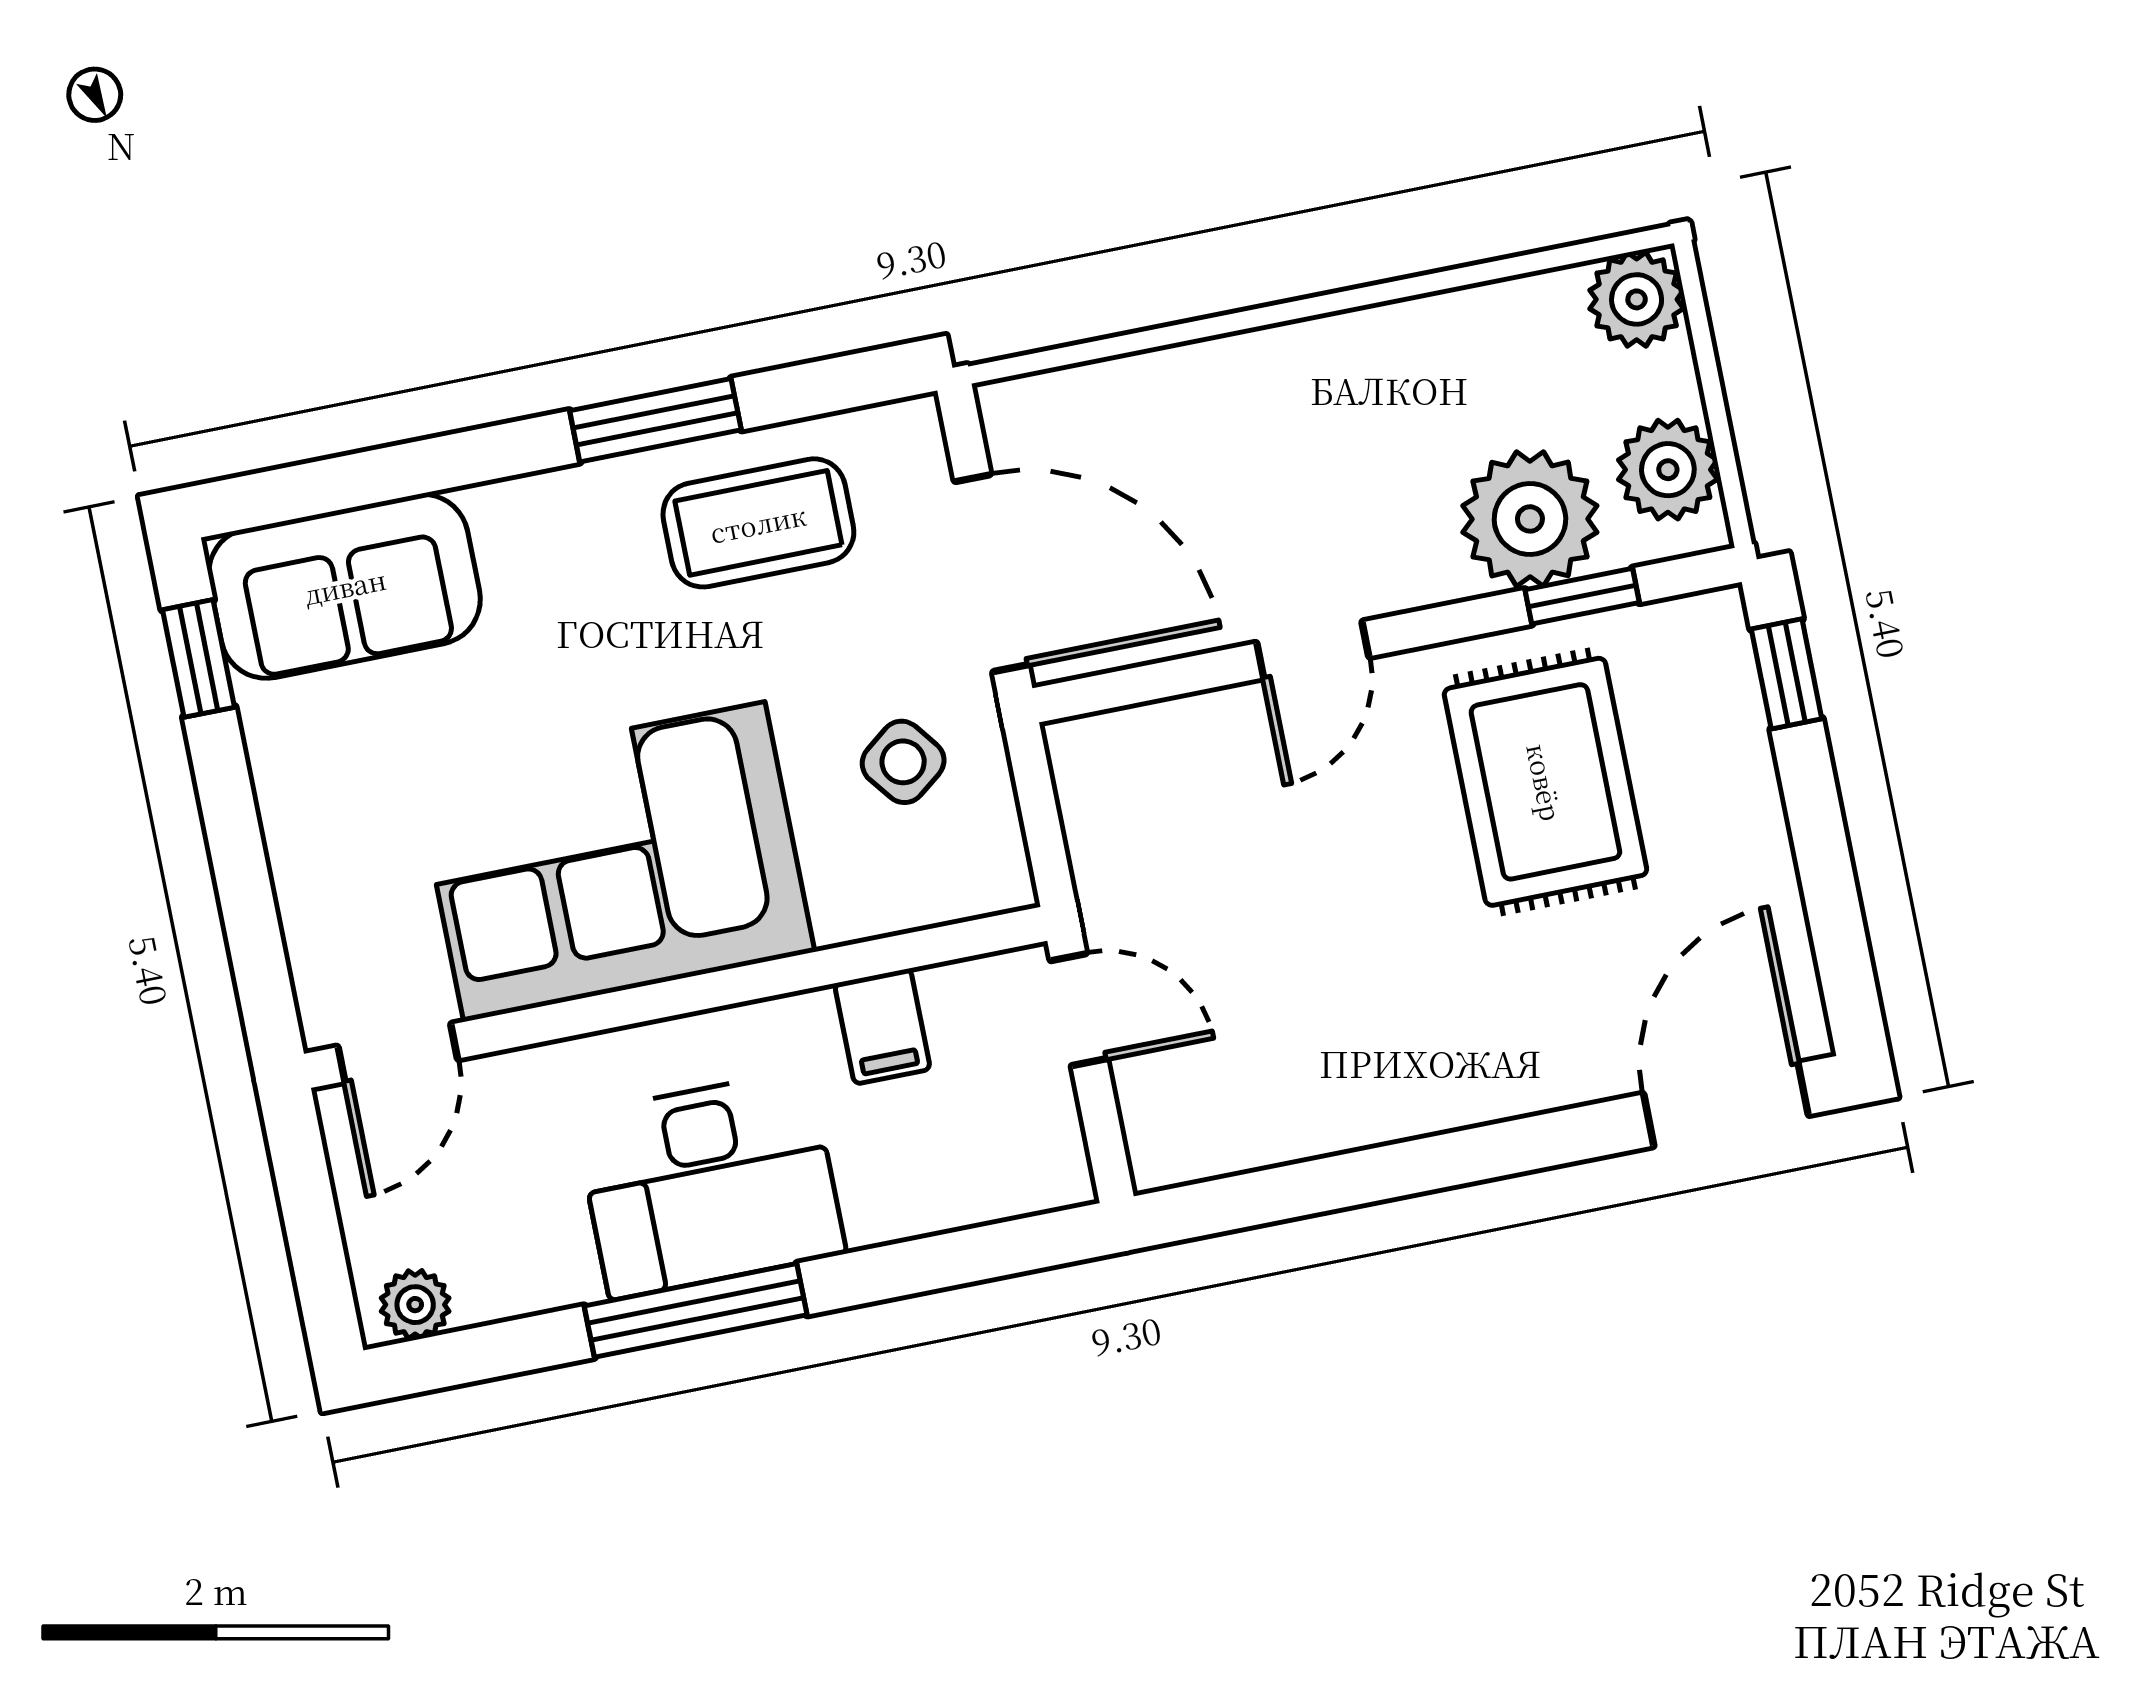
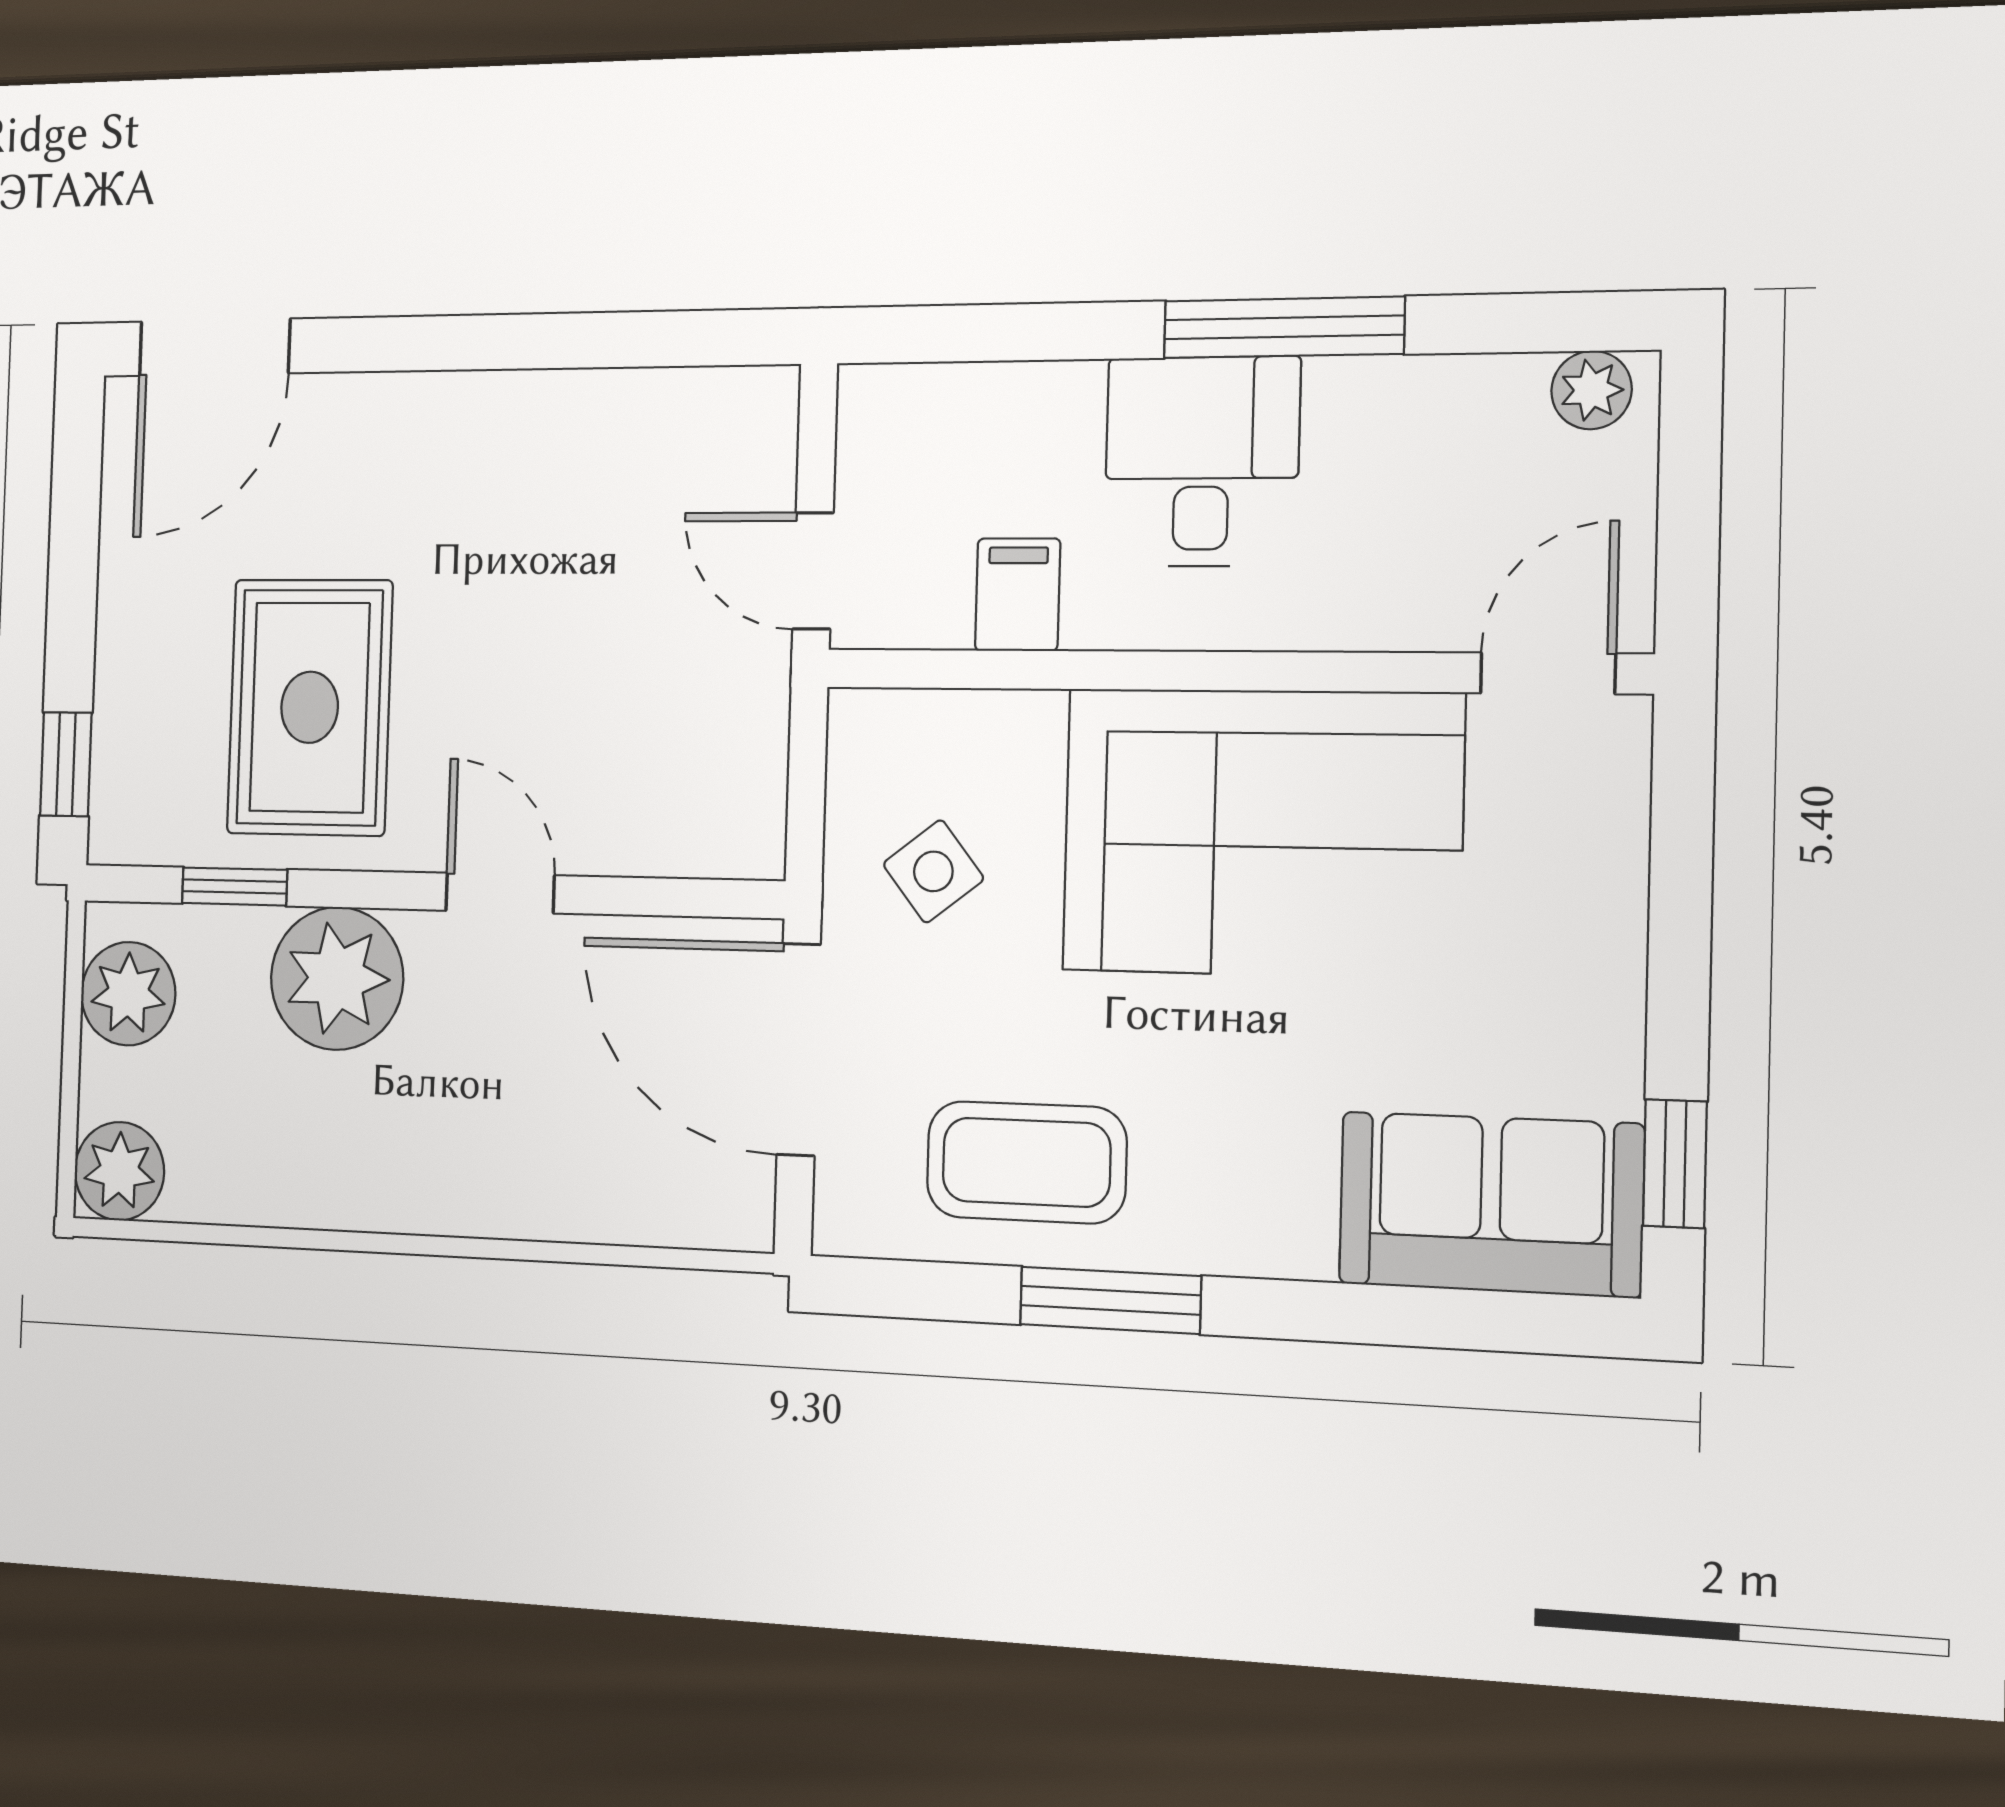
plant: (1530, 519) -> (337, 978), moved
door: (1313, 650) -> (500, 893), hinge flipped
desk: (710, 1184) -> (1202, 462), width x0.73

